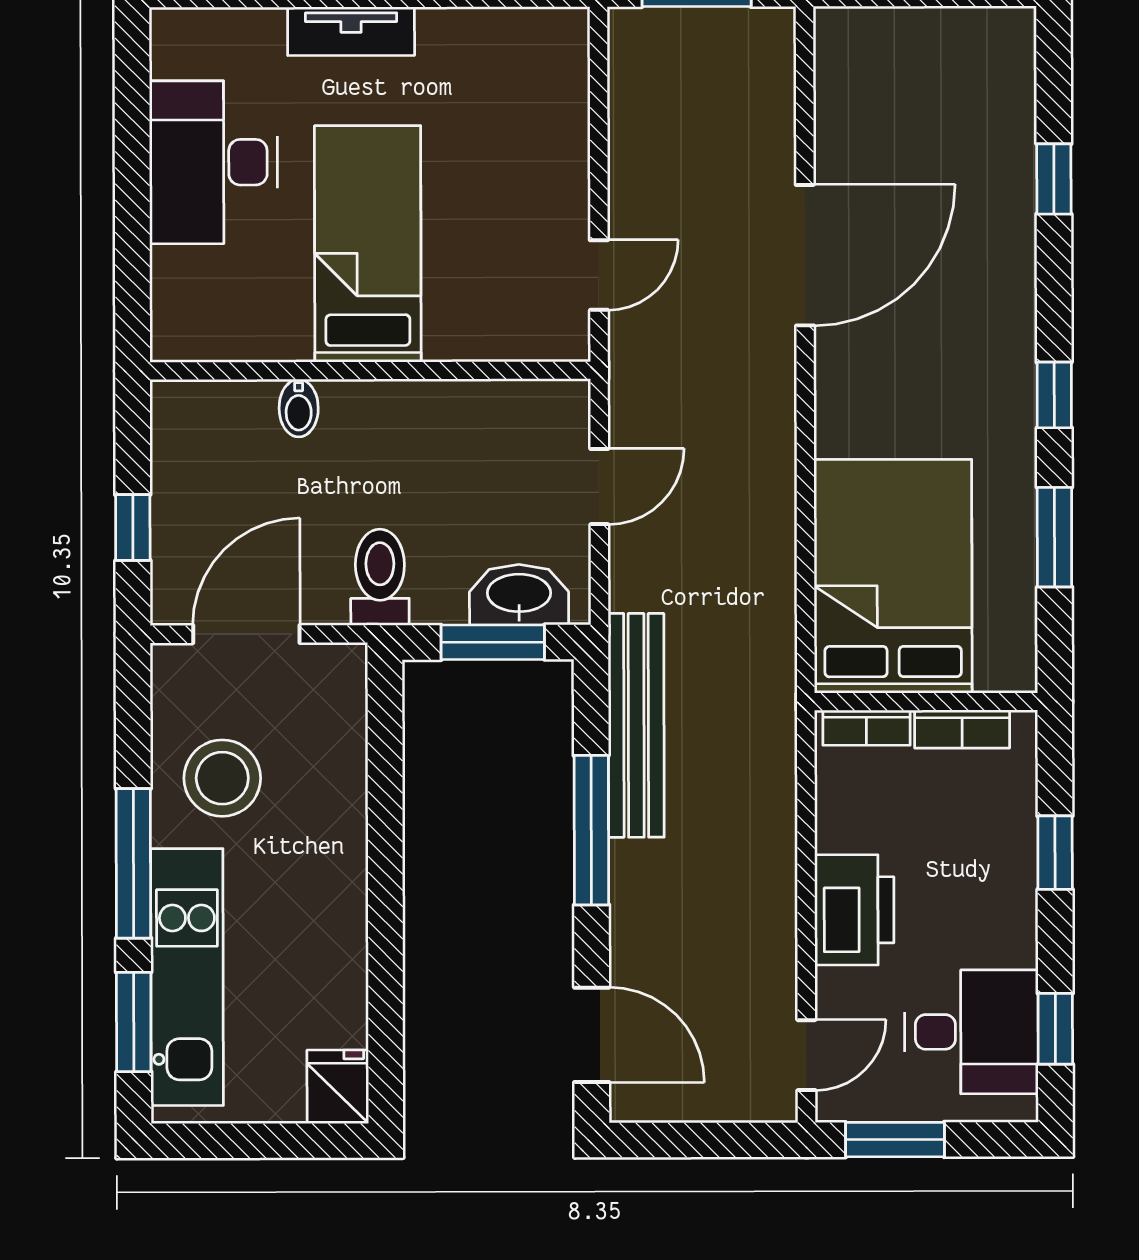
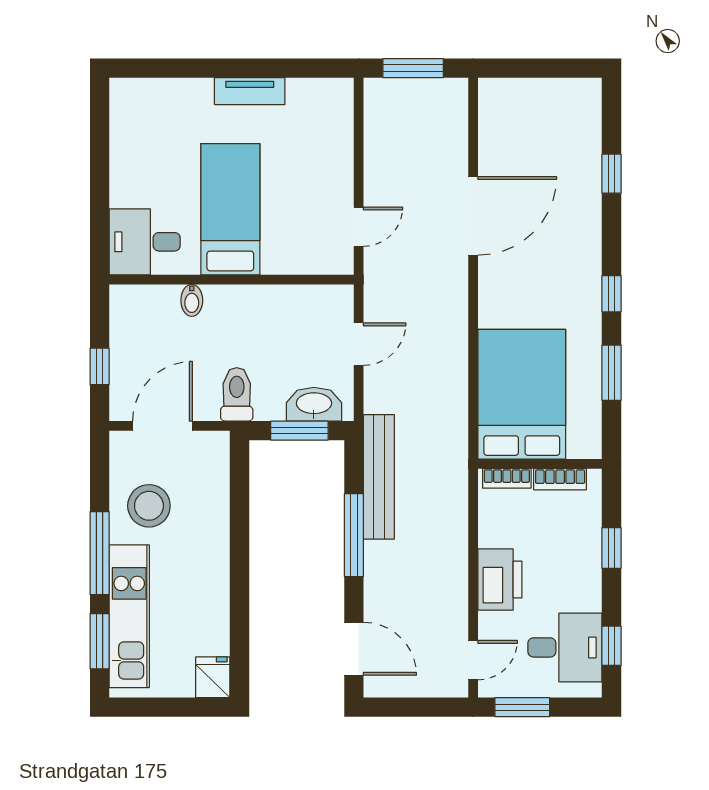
tv unit: (351, 31) -> (250, 91), moved
desk: (213, 162) -> (145, 242), moved, width x0.73

